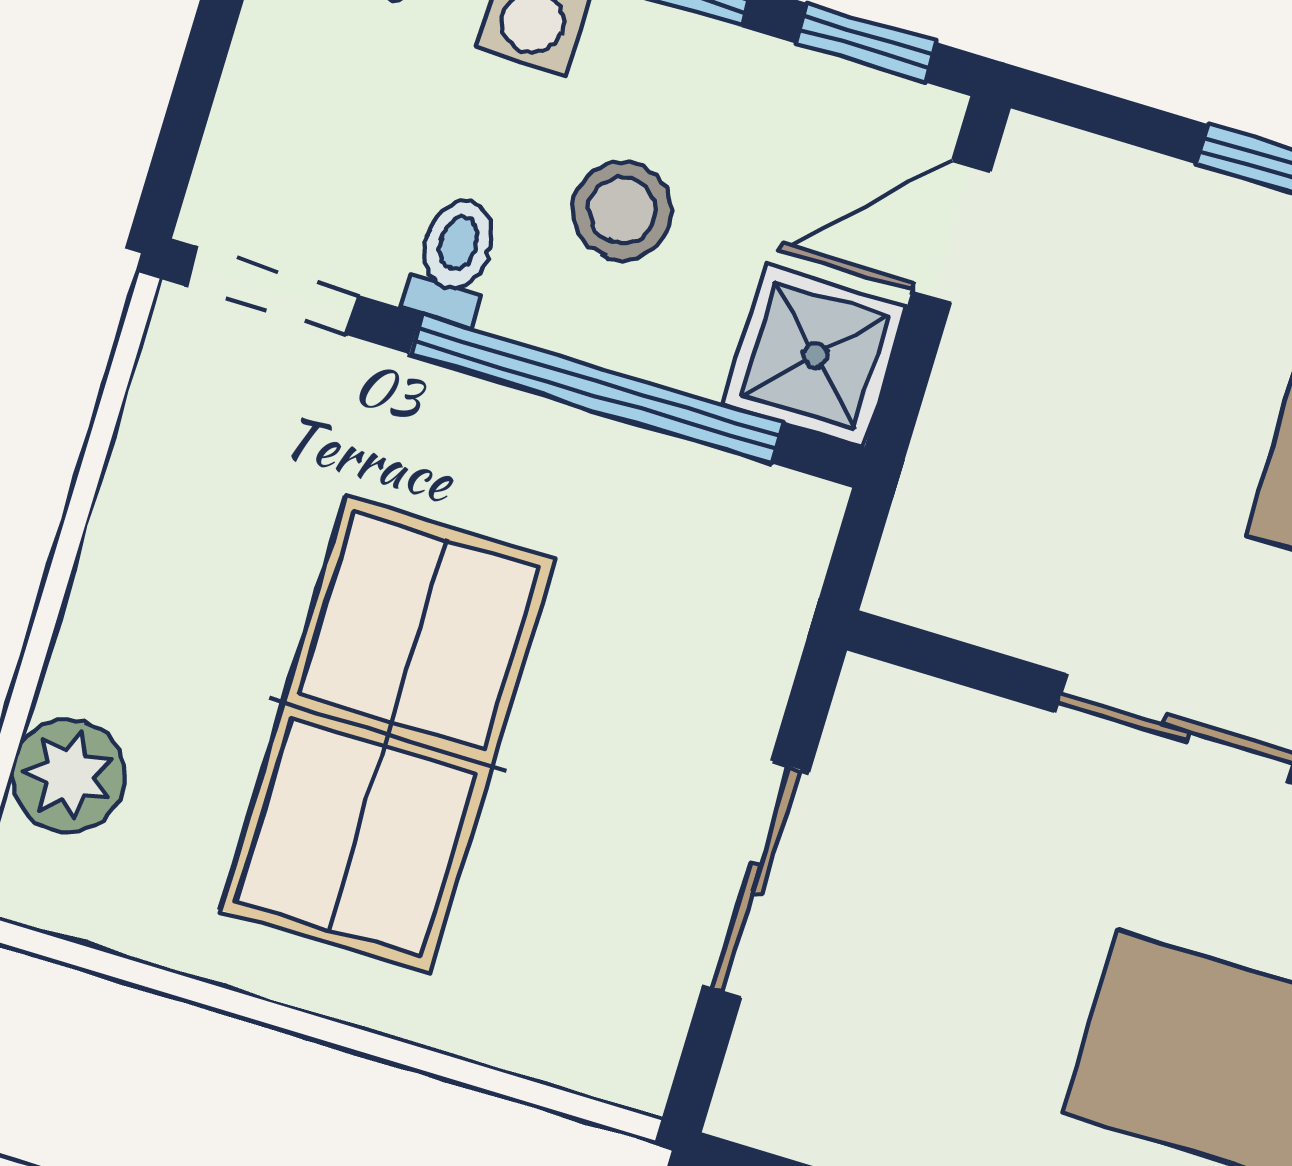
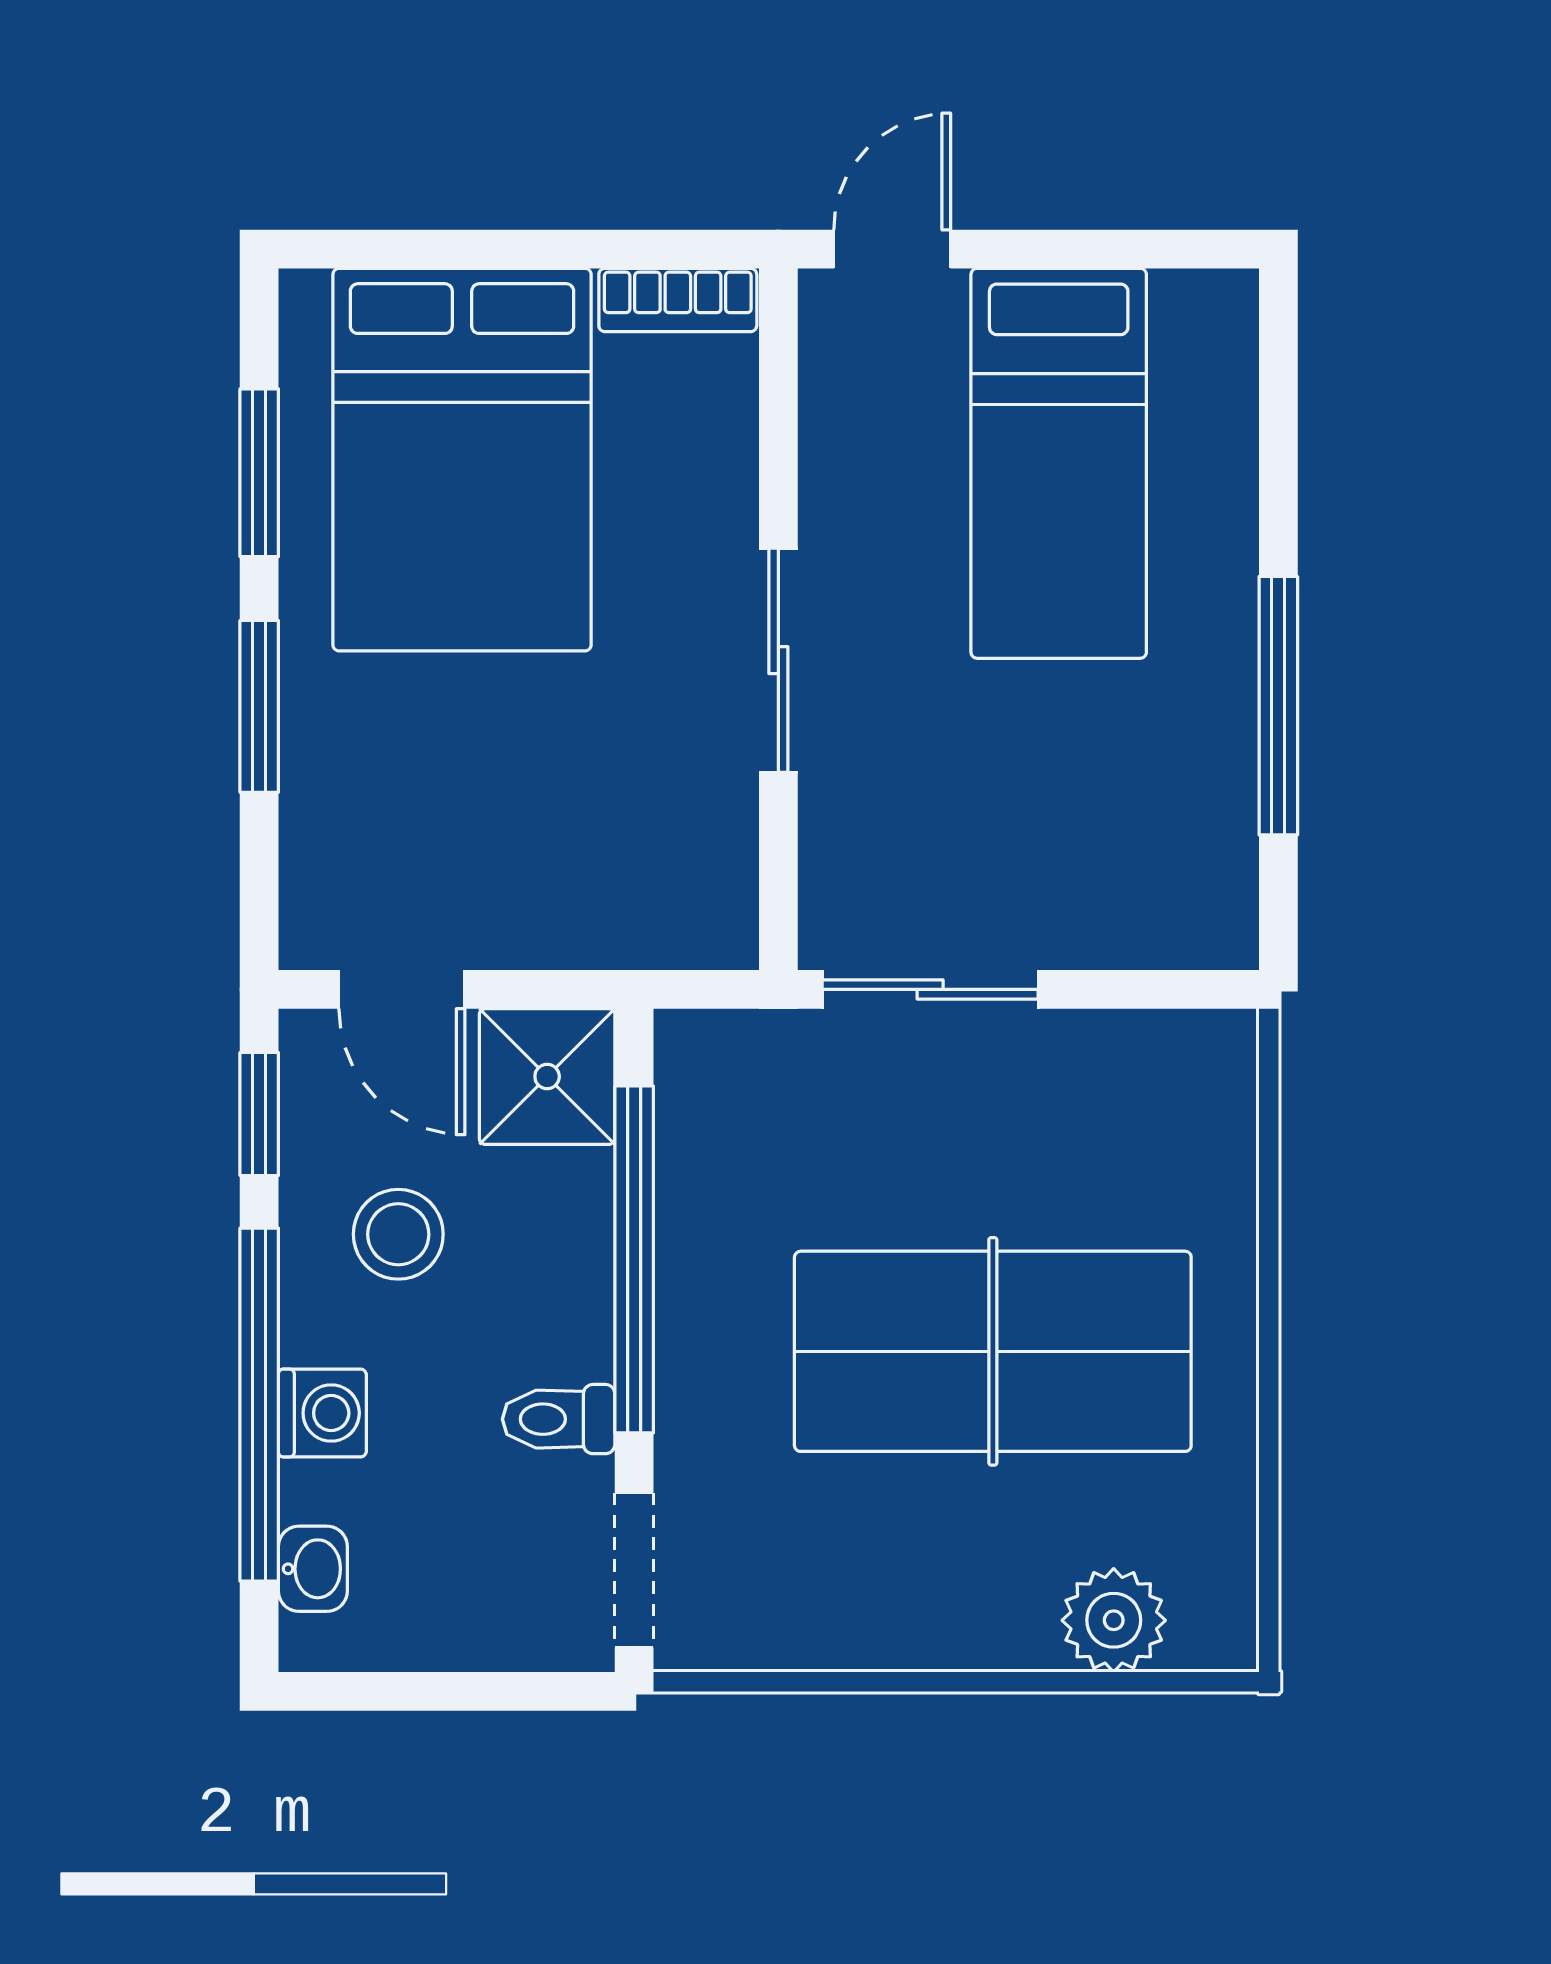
stool: (622, 211) -> (398, 1234), moved
sliding door: (756, 879) -> (930, 989), moved

